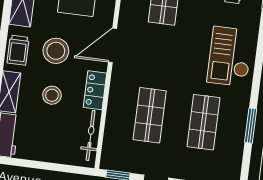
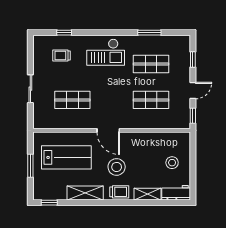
locker: (95, 90) -> (139, 138), removed
stool: (52, 95) -> (172, 163), moved
bicycle: (91, 135) -> (169, 137), removed

